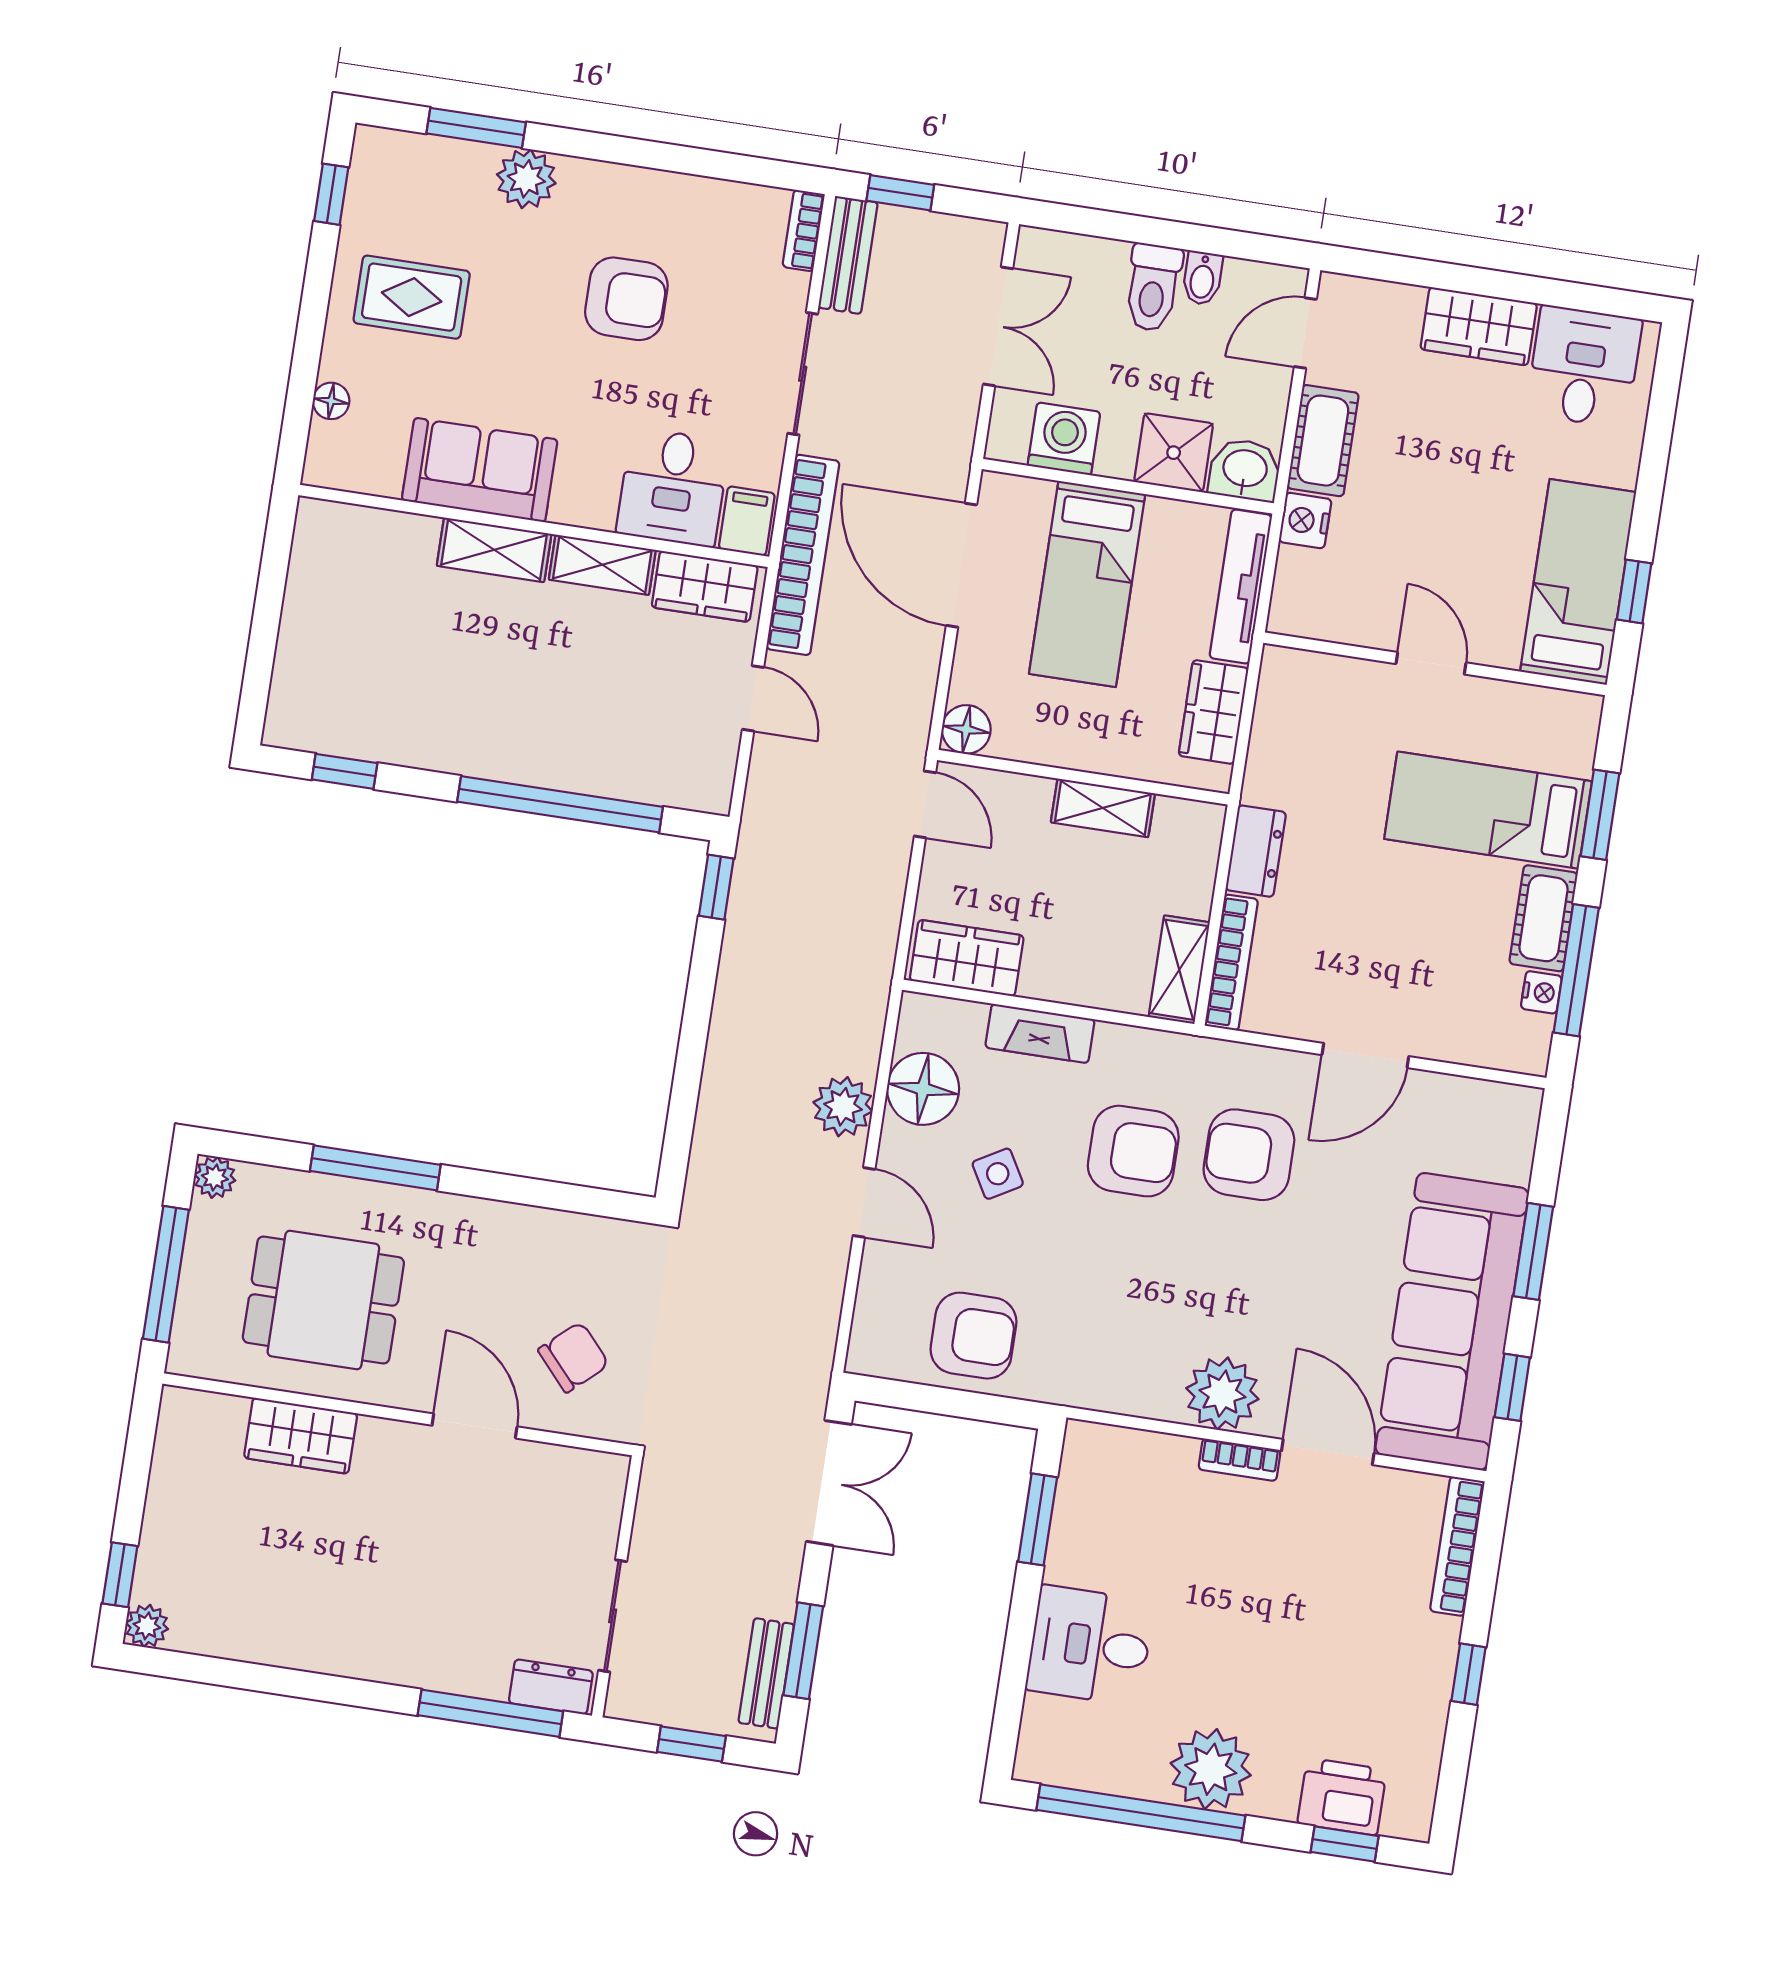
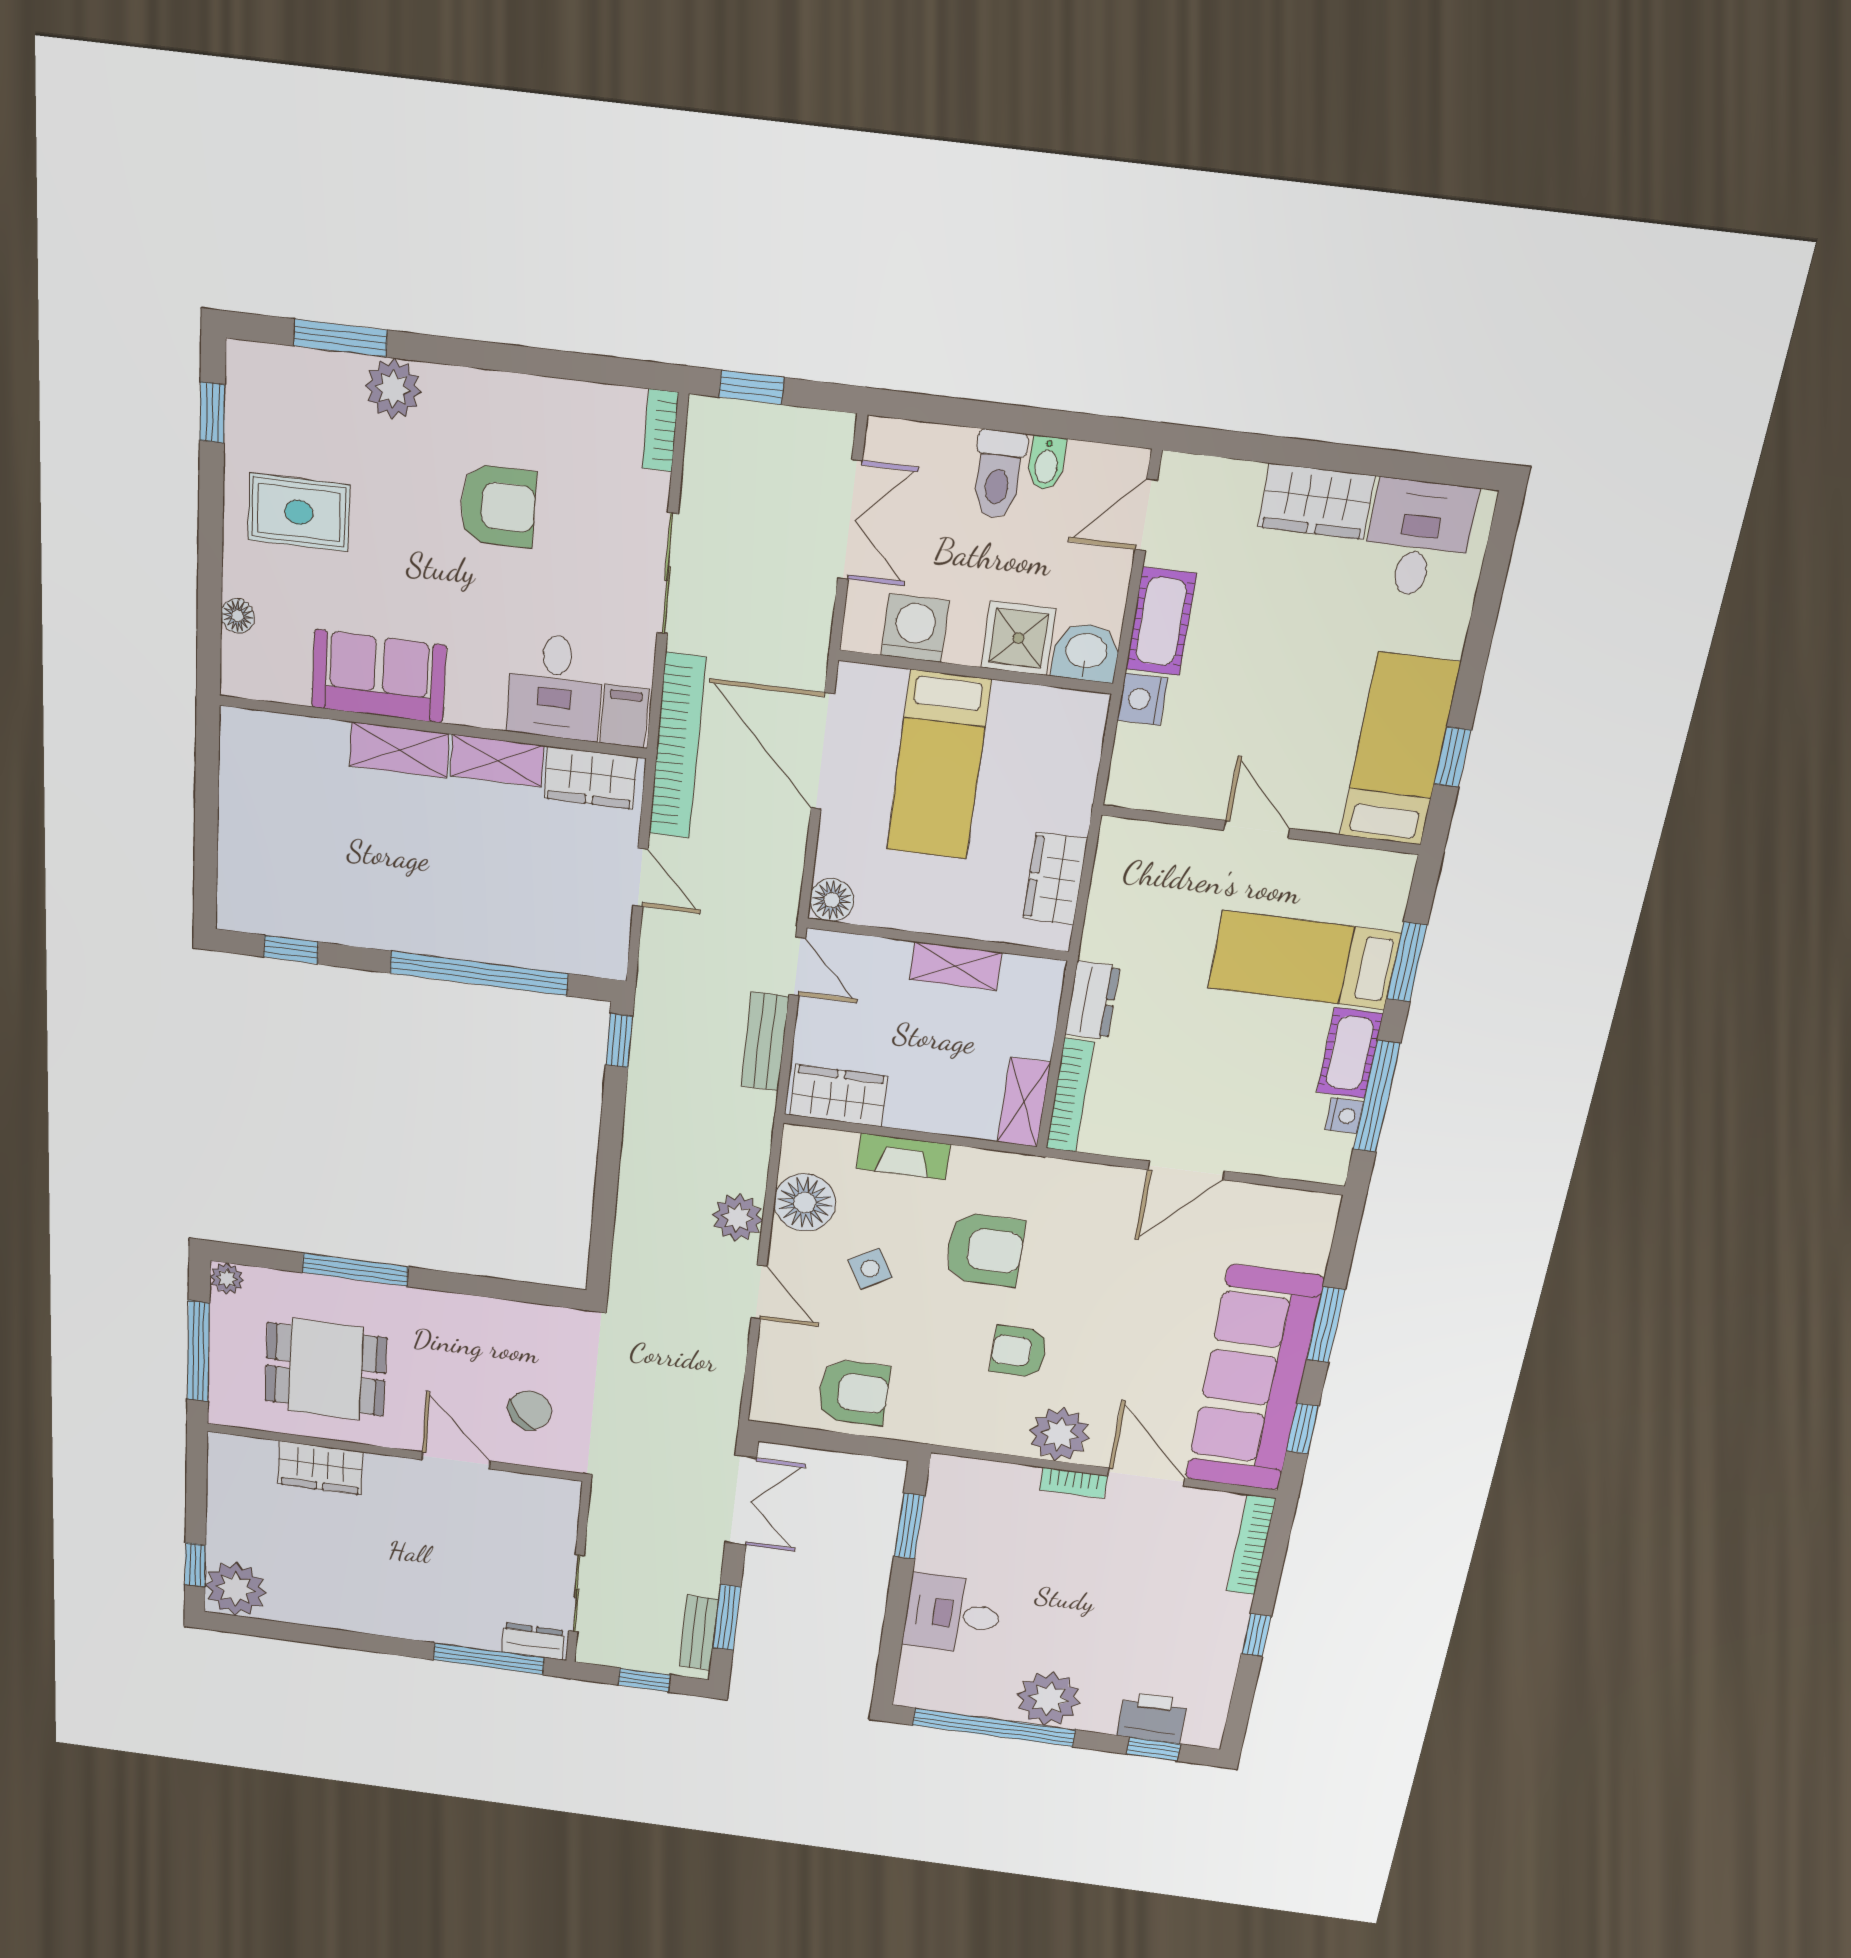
bench: (848, 255) -> (765, 1041), moved
tv unit: (1241, 587) -> (1081, 763), removed
armchair: (1249, 1155) -> (1019, 1351), moved, width x0.72, depth x0.72
plant: (147, 1626) -> (236, 1589), width x1.88, depth x1.88

